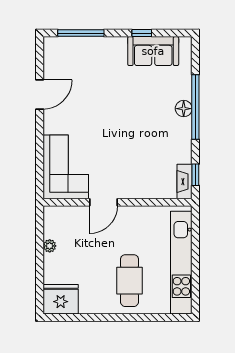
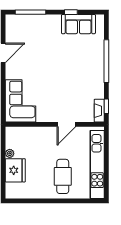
floor lamp: (184, 109) -> (99, 62), removed
door: (103, 202) -> (66, 124), moved
fridge: (61, 299) -> (15, 170), moved, turned 90

